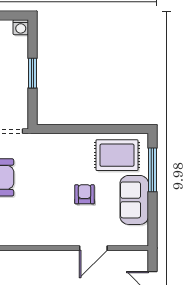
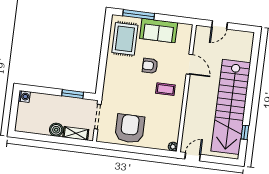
window: (32, 73) -> (73, 94), moved
coffee table: (55, 220) -> (165, 89), added

